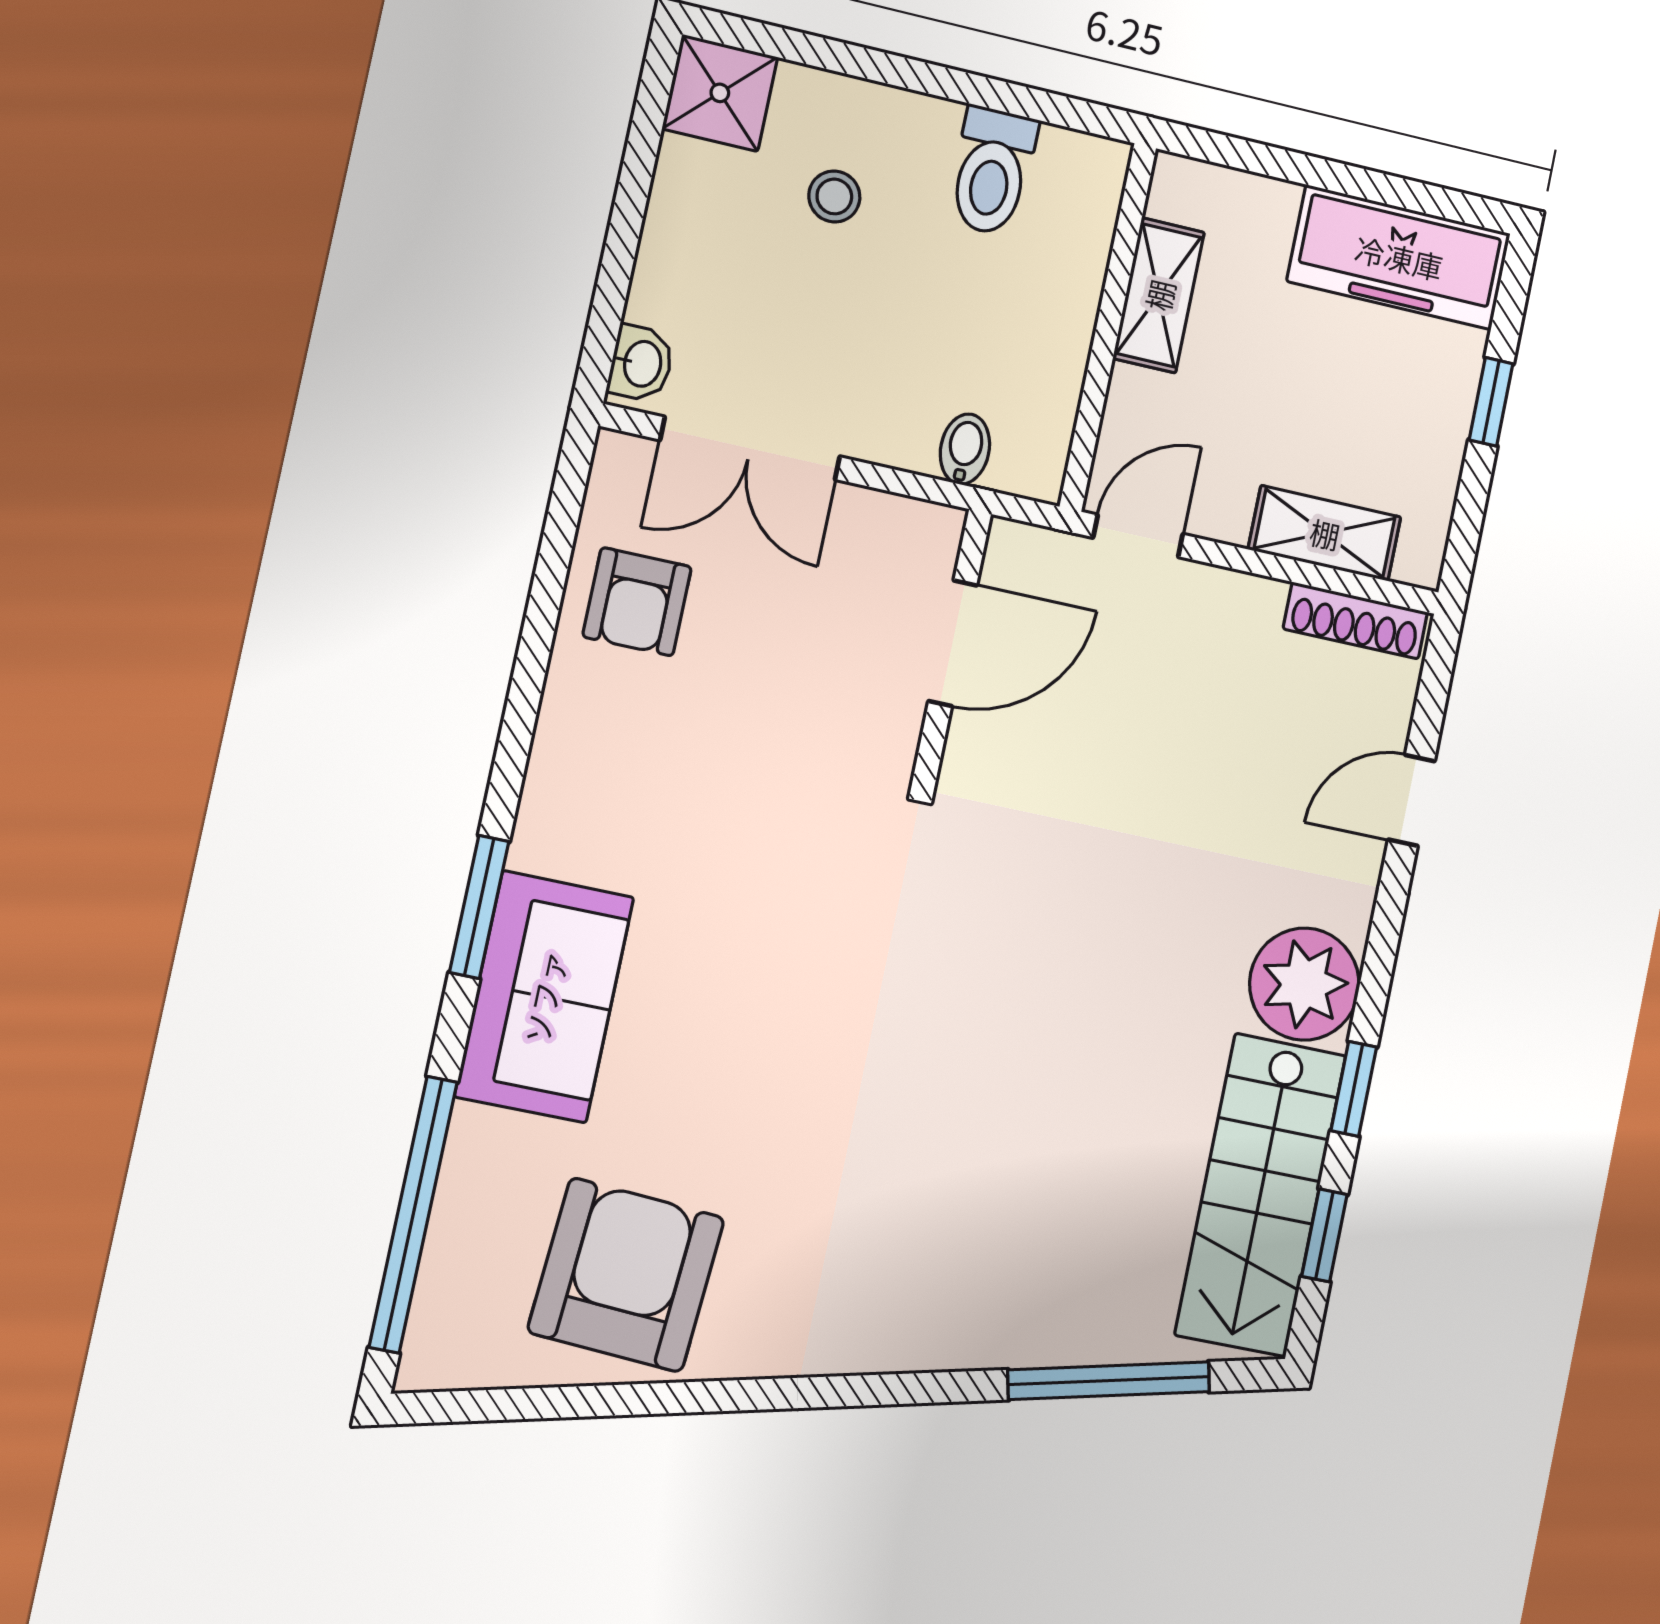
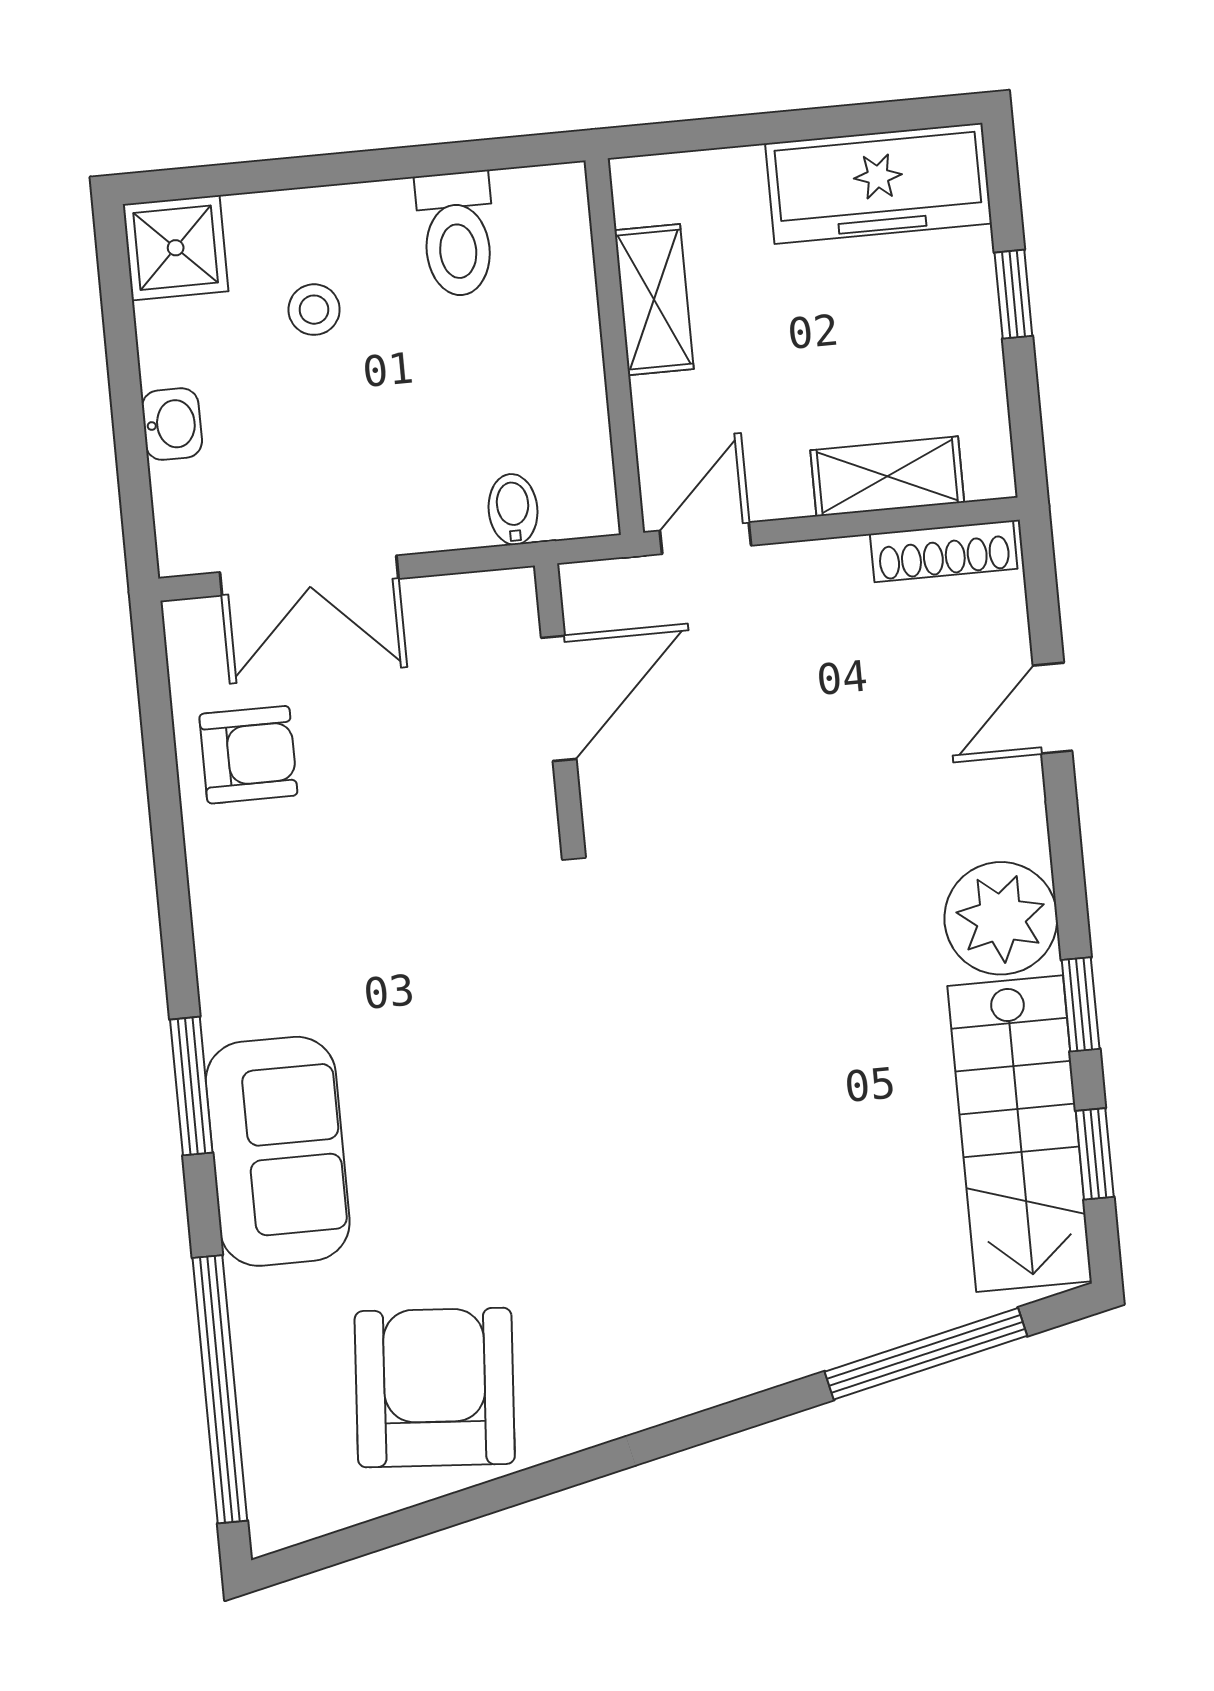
washbasin: (641, 363) -> (172, 424), moved
armchair: (637, 602) -> (248, 755), turned -90

